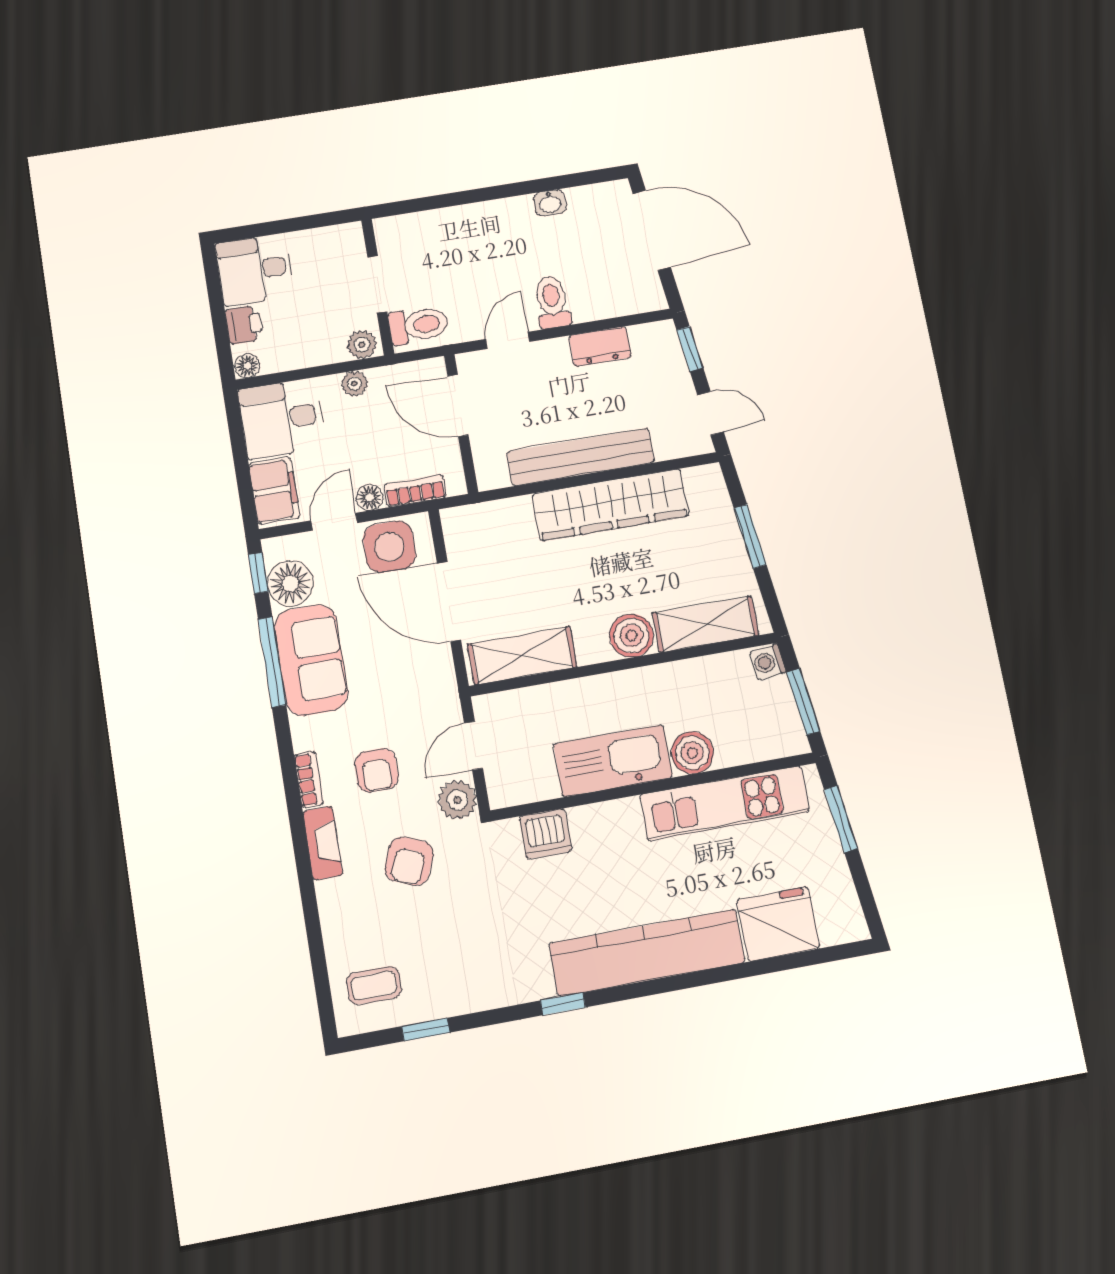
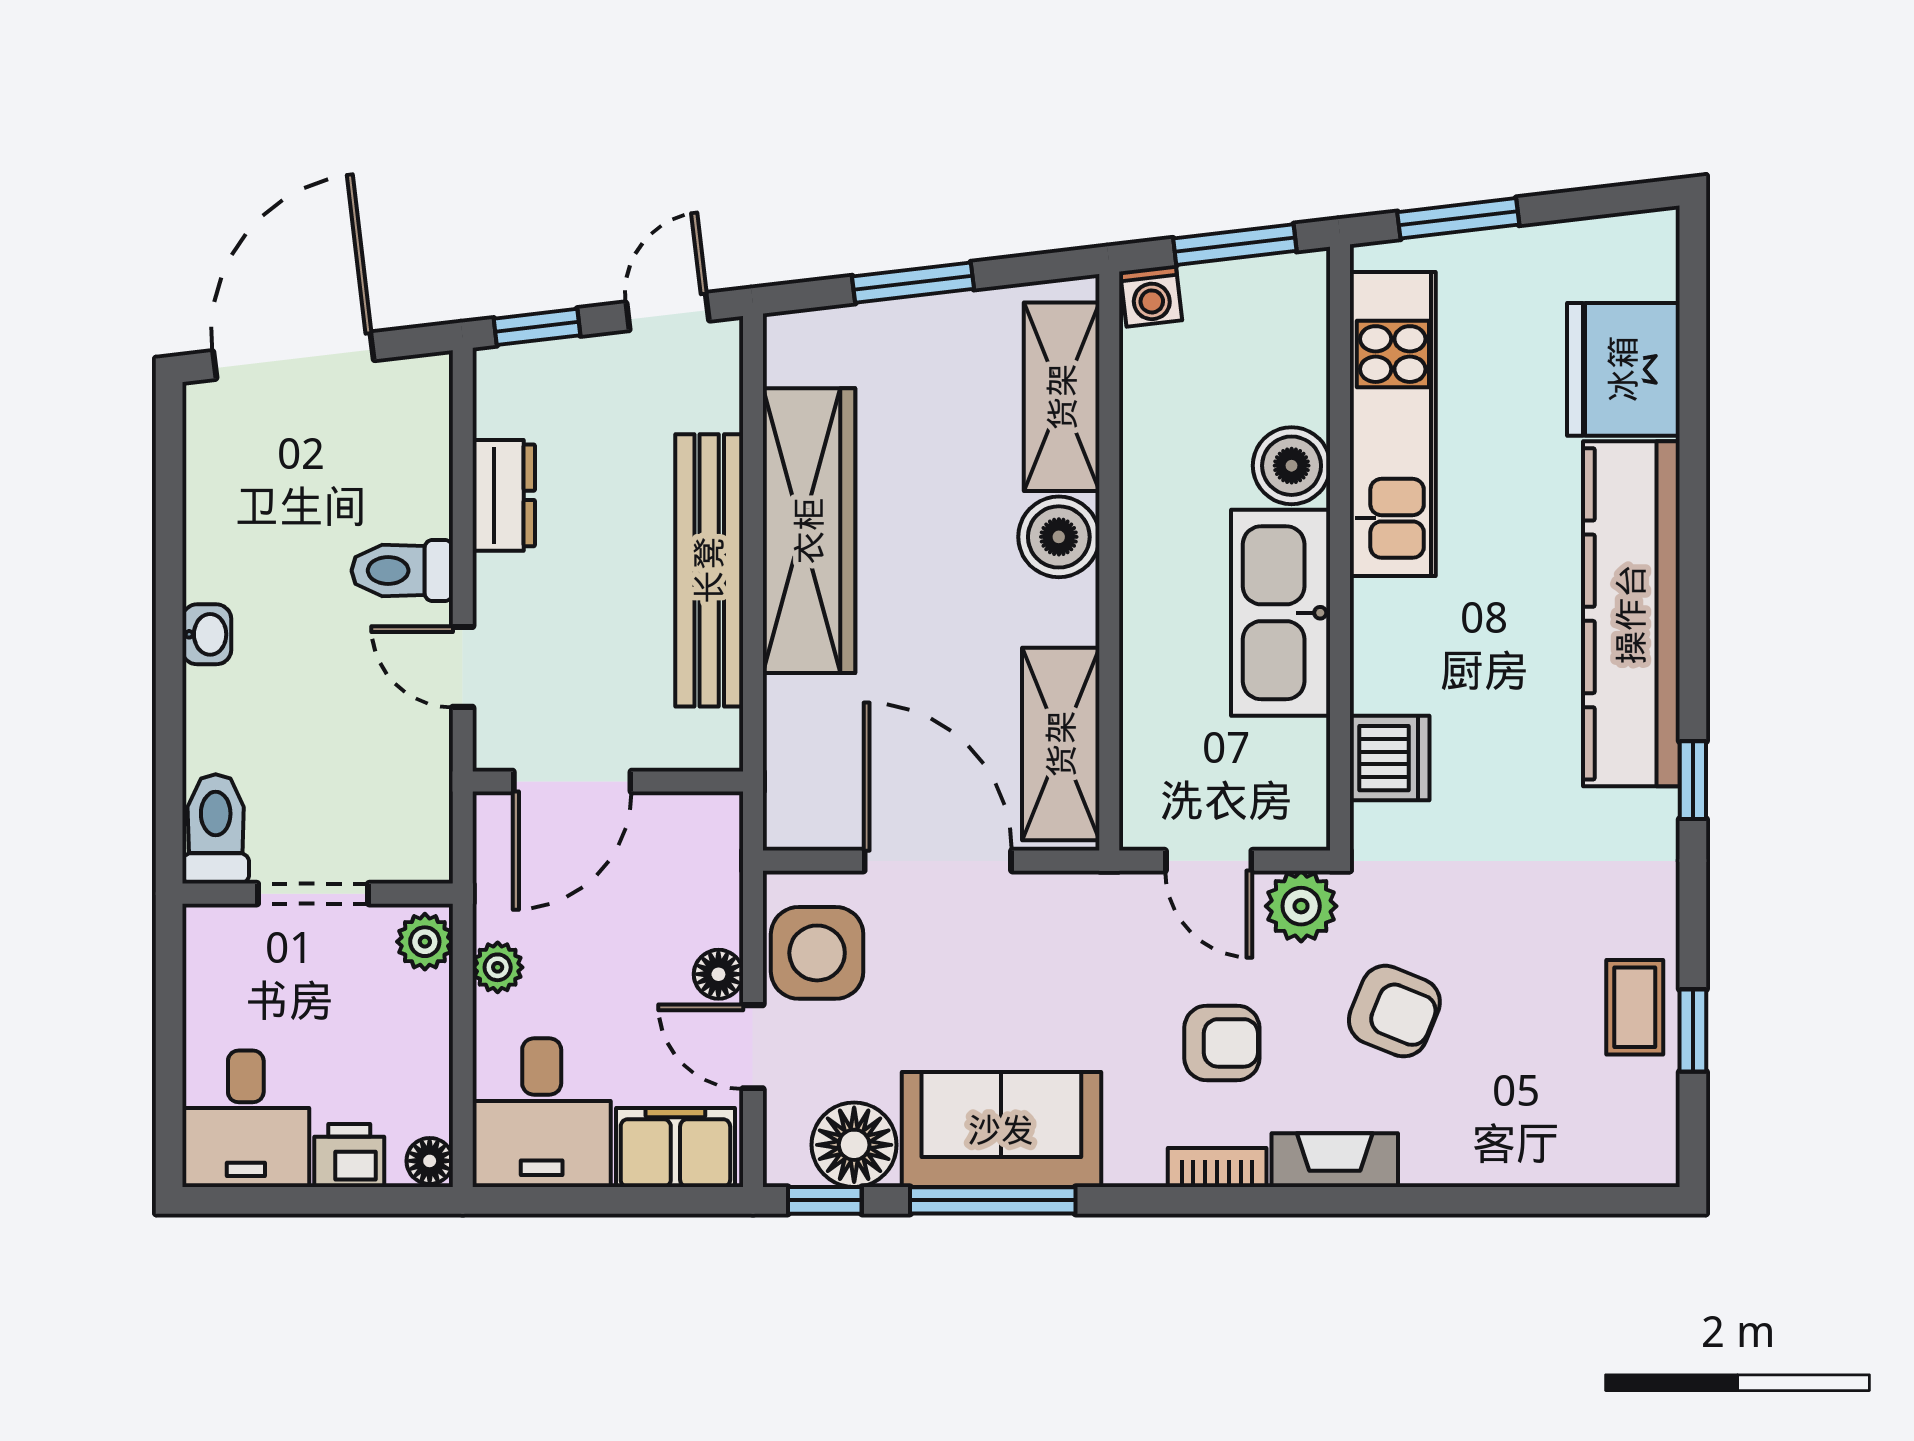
washbasin: (550, 203) -> (207, 634), moved
toilet: (419, 325) -> (216, 829), moved
bookcase: (415, 491) -> (721, 888), removed
door: (449, 601) -> (938, 861), swing flipped
coffee table: (374, 985) -> (1635, 1007), moved

